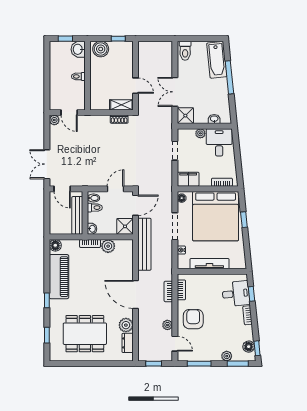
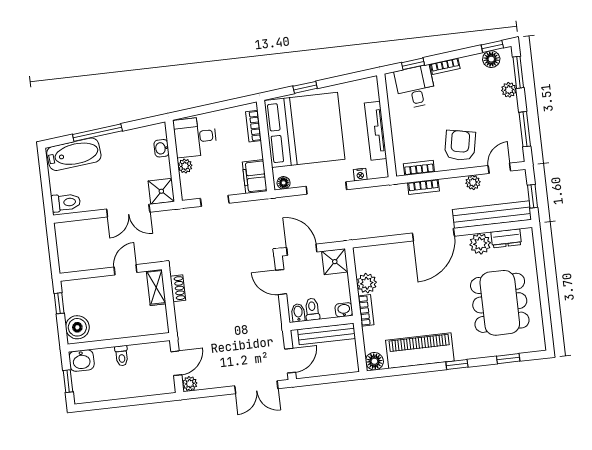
bench: (144, 244) -> (492, 215), moved
armchair: (193, 319) -> (460, 145), turned 101

